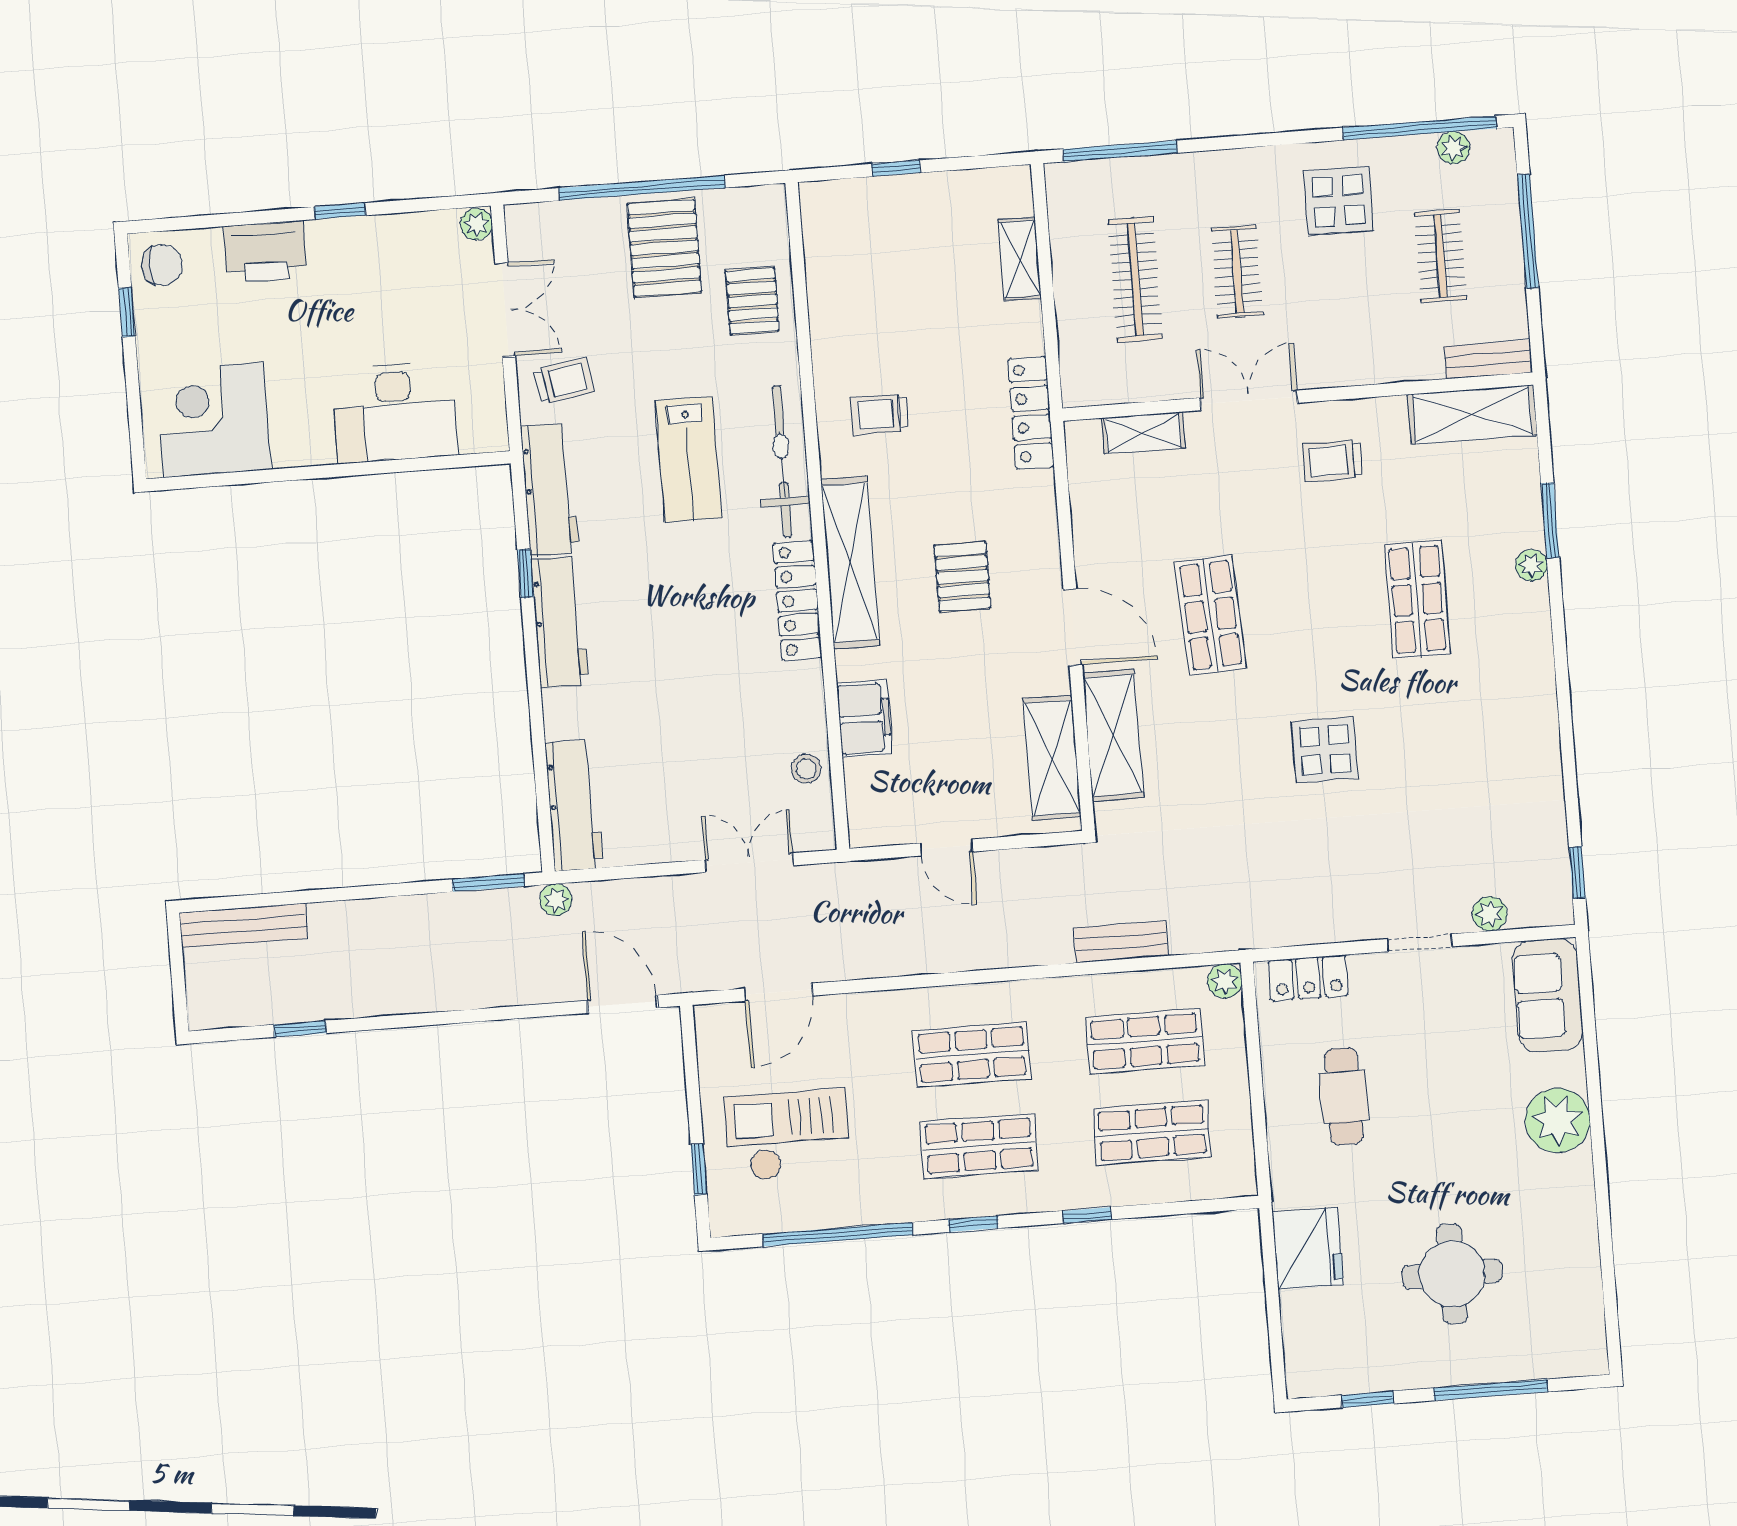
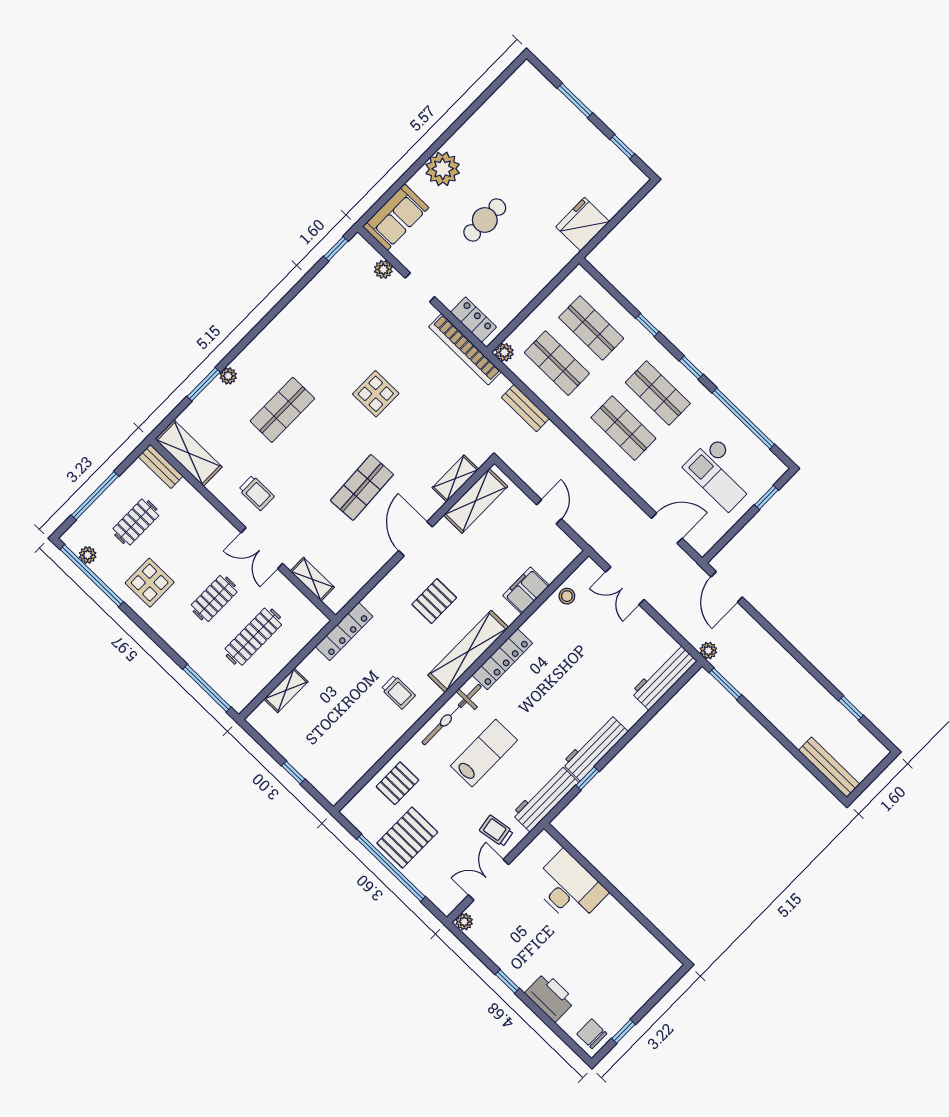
corner desk: (213, 420) -> (636, 958), removed
shelving: (1113, 735) -> (455, 478), width x0.67, depth x0.75
bookcase: (1277, 930) -> (465, 349), added
cafe table: (1344, 1096) -> (485, 220), moved
round table: (1452, 1274) -> (542, 157), removed
window: (1491, 1390) -> (575, 100), width x0.69

